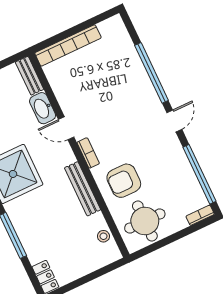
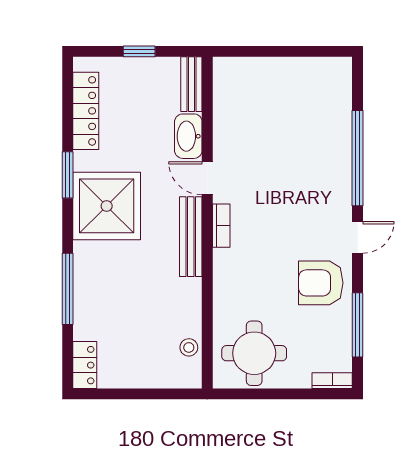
bookcase: (68, 45) -> (262, 68), removed
window: (199, 174) -> (358, 325), width x0.68
armchair: (124, 181) -> (321, 283), moved
bench: (83, 189) -> (191, 237), moved

